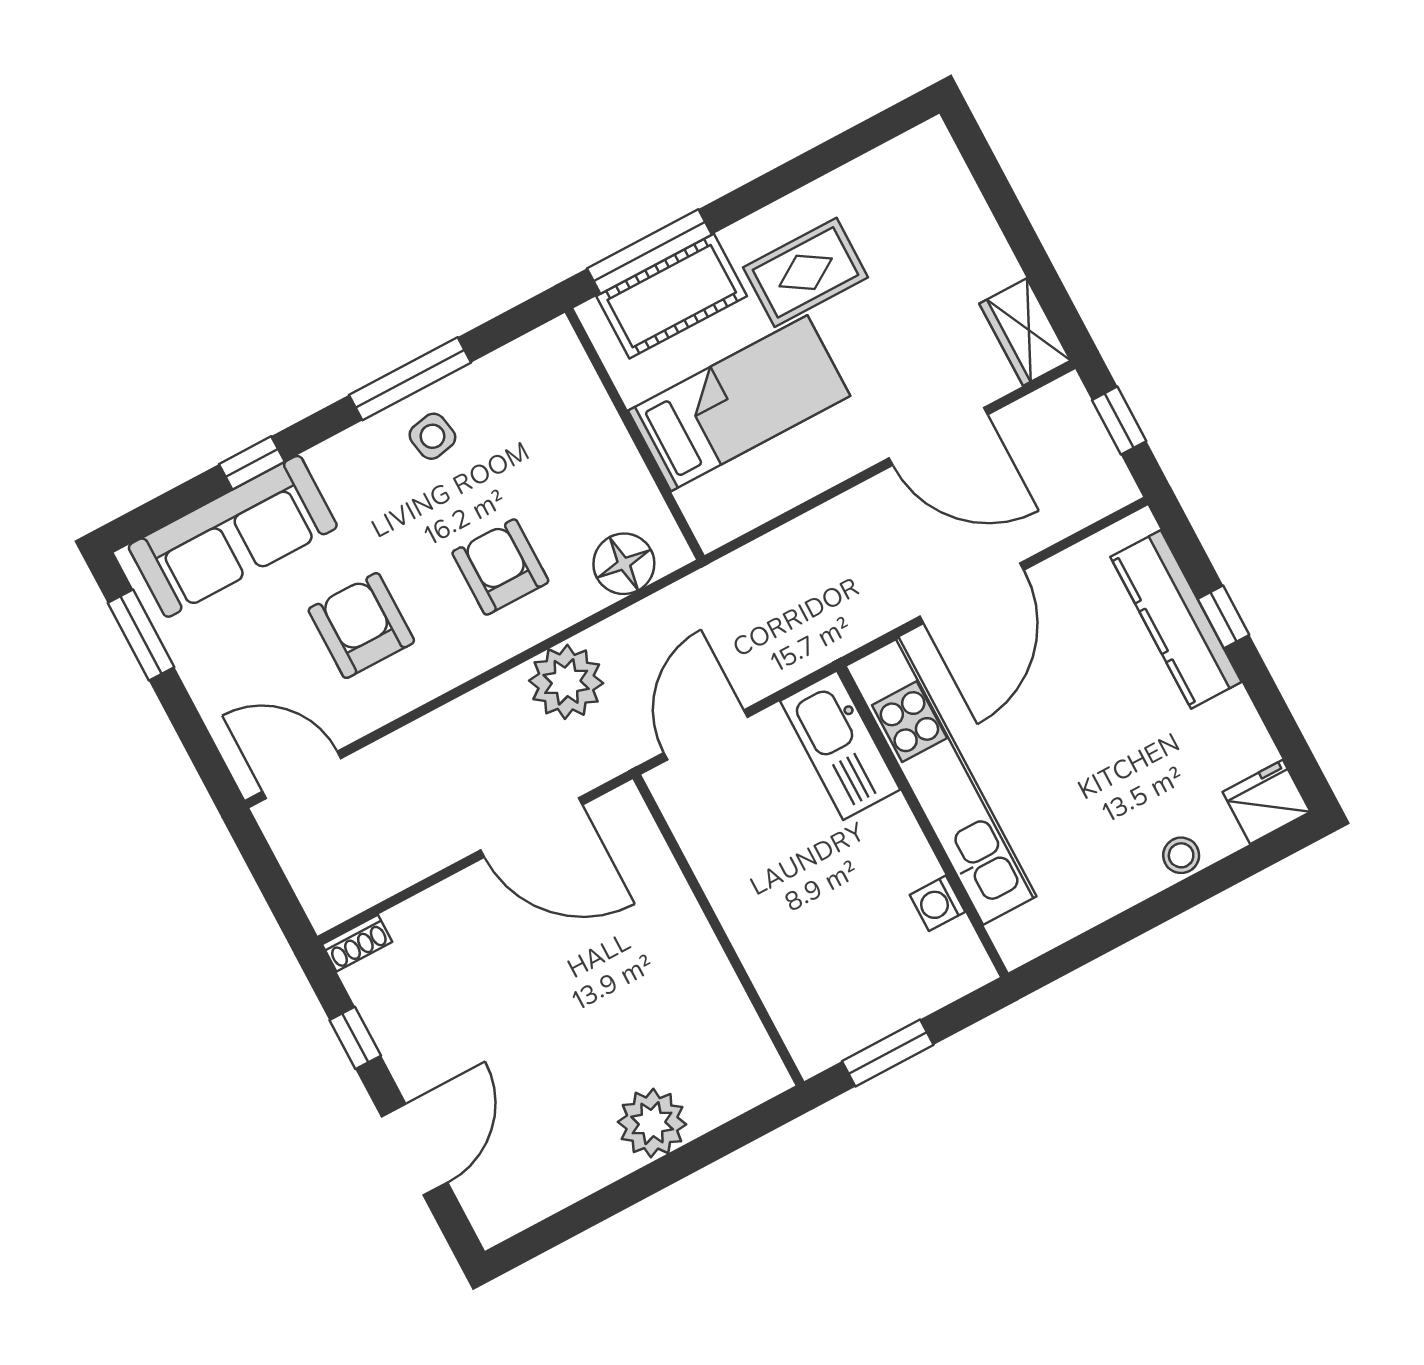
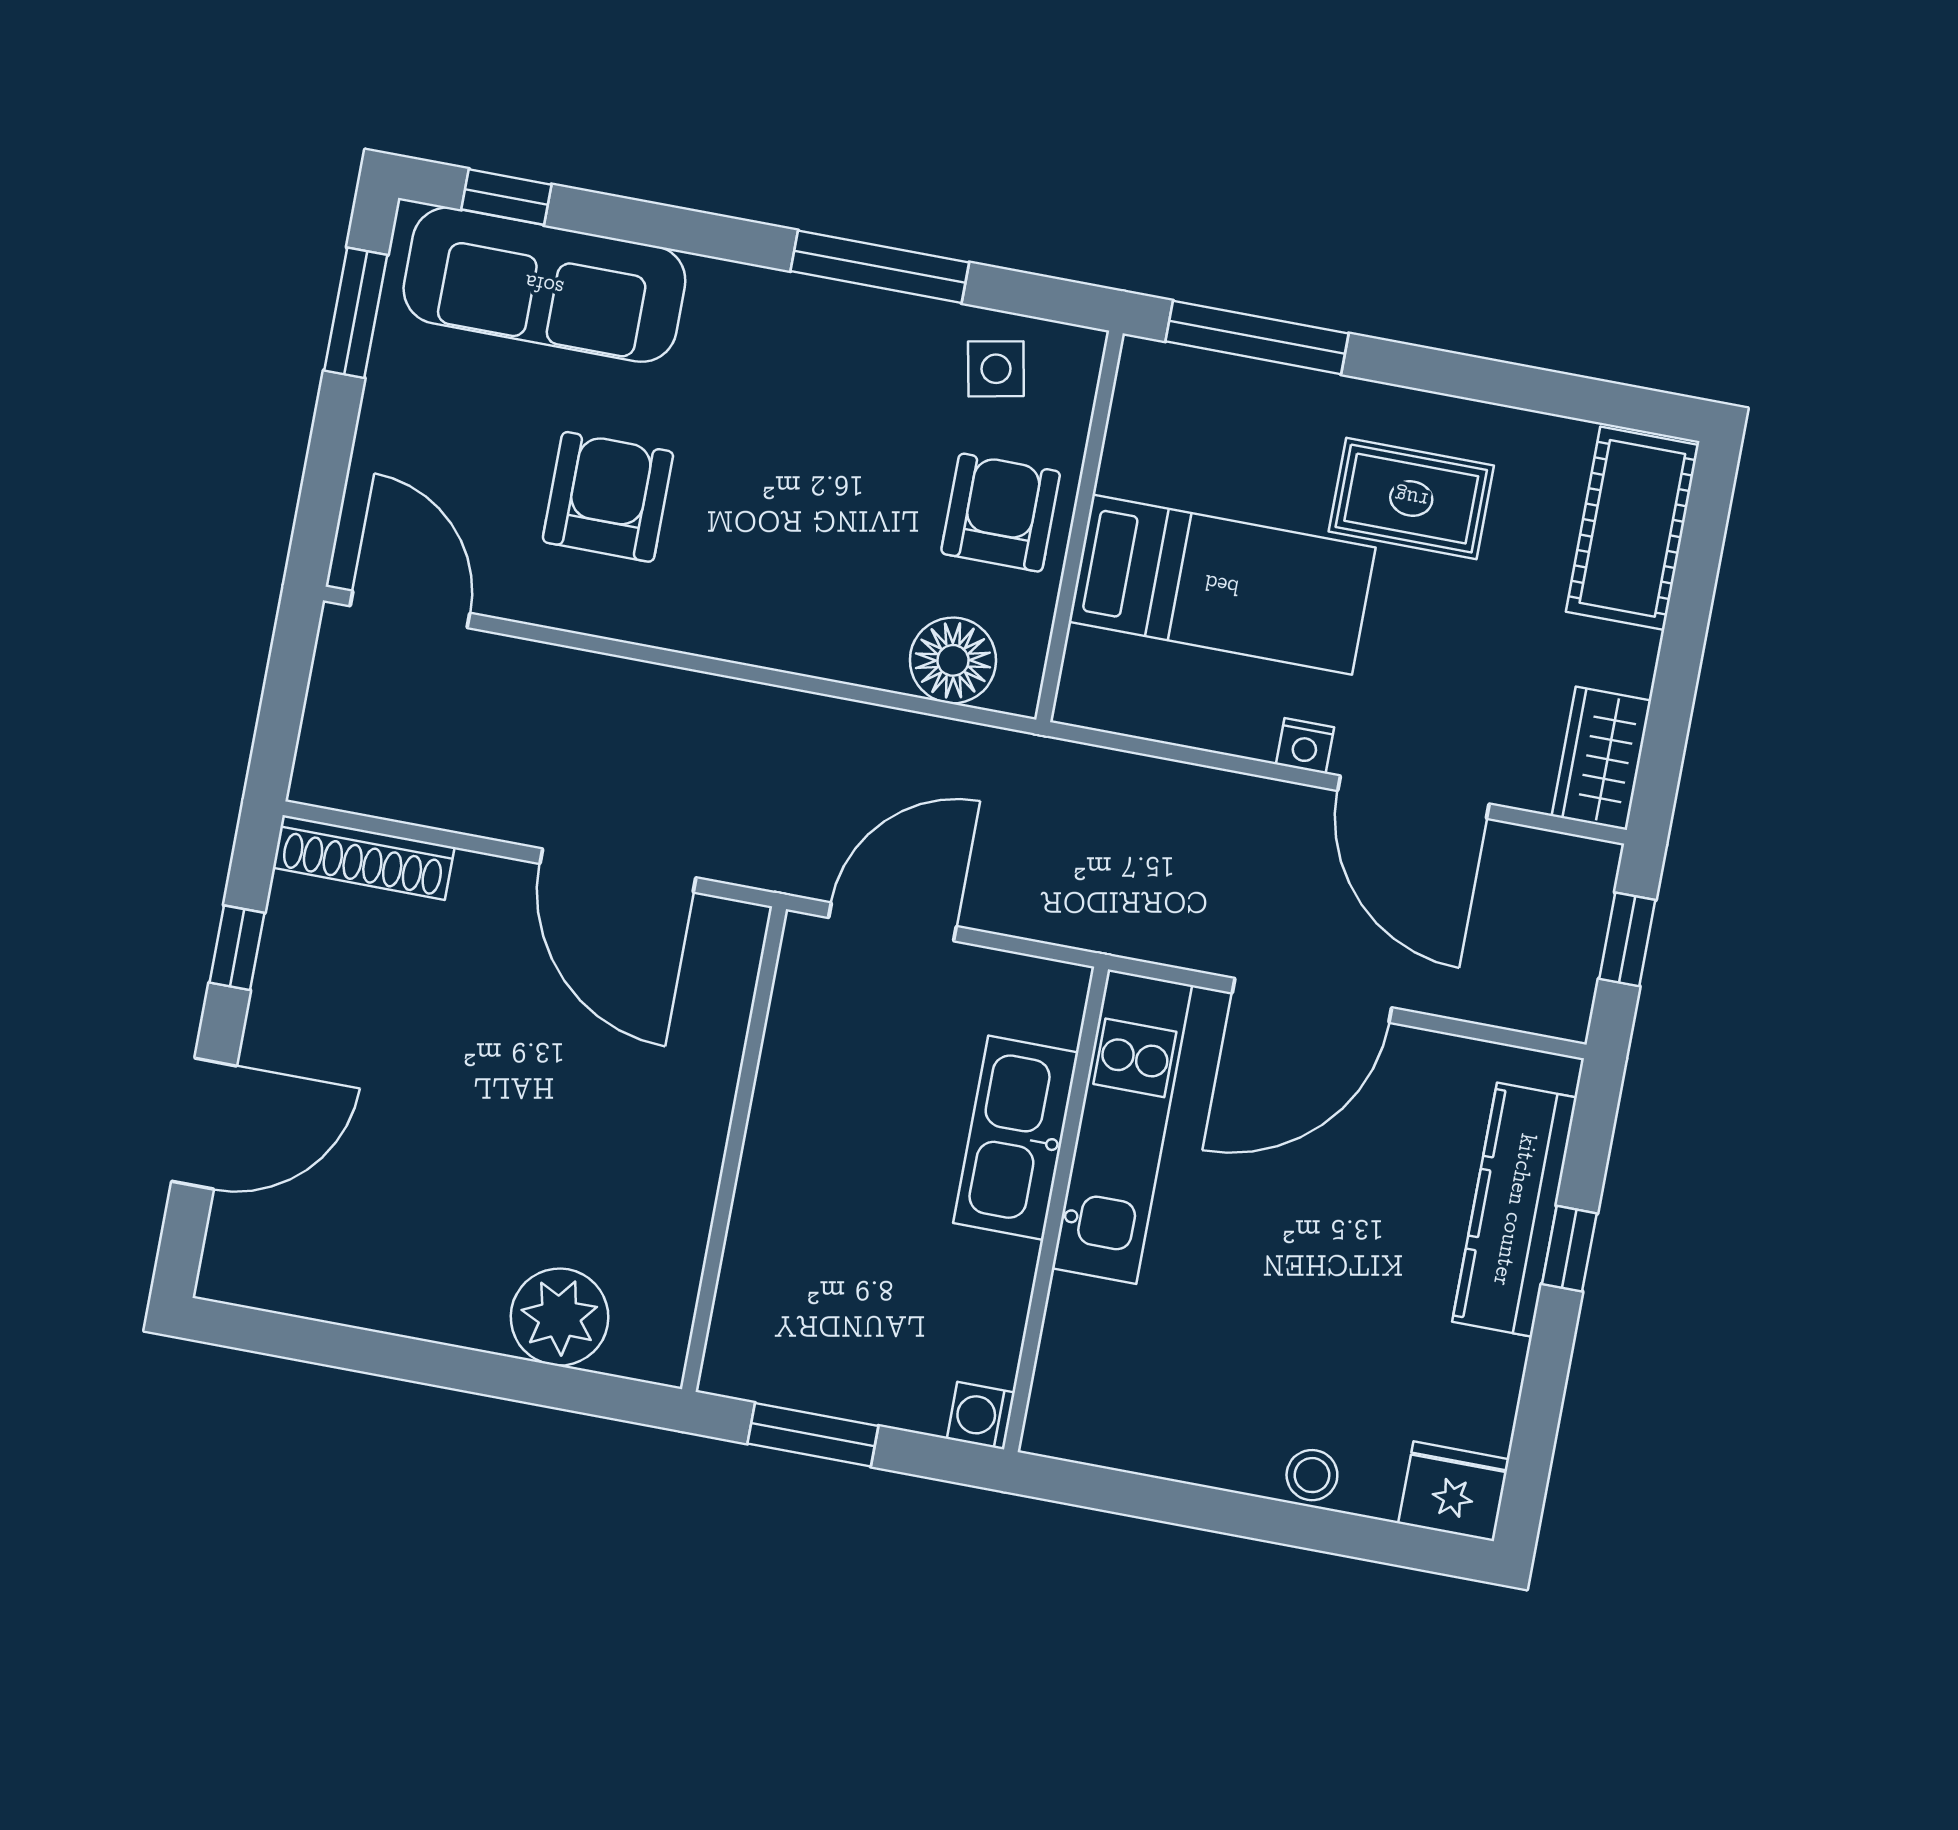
cot: (672, 296) -> (1632, 528), moved, turned 90
side table: (432, 436) -> (996, 369), moved
nightstand: (856, 456) -> (1305, 746), added
window: (252, 463) -> (506, 197), moved
armchair: (500, 567) -> (1001, 513), moved
plant: (566, 682) -> (785, 740), removed
kitchen sink: (840, 745) -> (1016, 1138), moved
kitchen unit: (941, 781) -> (1122, 1127), width x0.73
washing machine: (937, 903) -> (981, 1416), moved
shoe rack: (357, 943) -> (364, 857), width x1.94, depth x1.24
plant: (652, 1123) -> (560, 1317), moved

